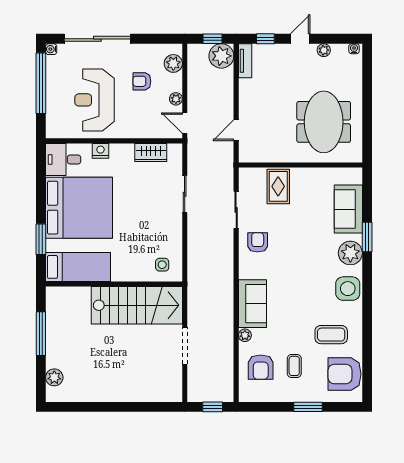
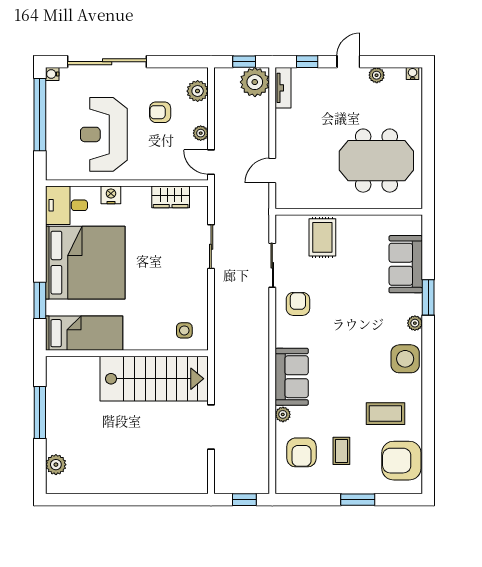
meeting table: (324, 122) -> (376, 161), turned 90
plant: (350, 253) -> (415, 323), width x0.53, depth x0.53

